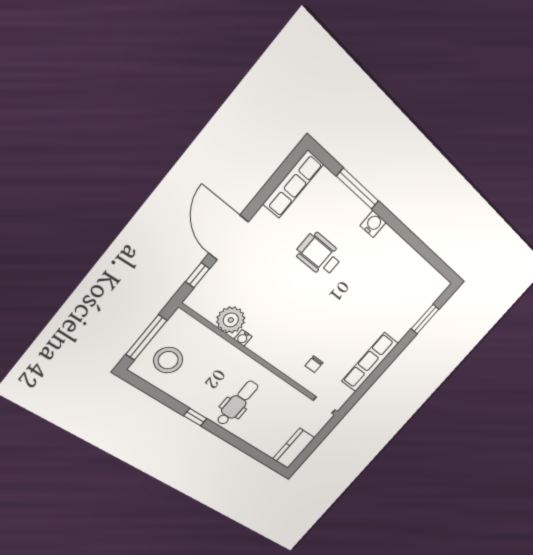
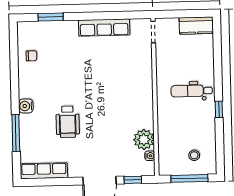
water cooler: (243, 338) -> (150, 156), moved
stool: (168, 360) -> (194, 155), width x0.53, depth x0.53
chair: (314, 364) -> (31, 56), moved

